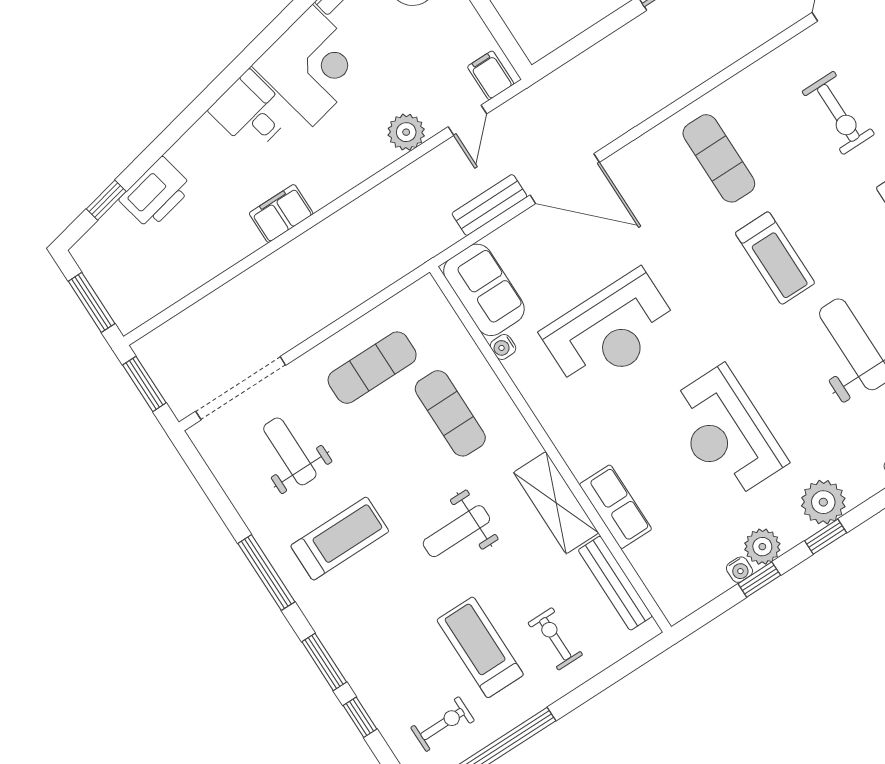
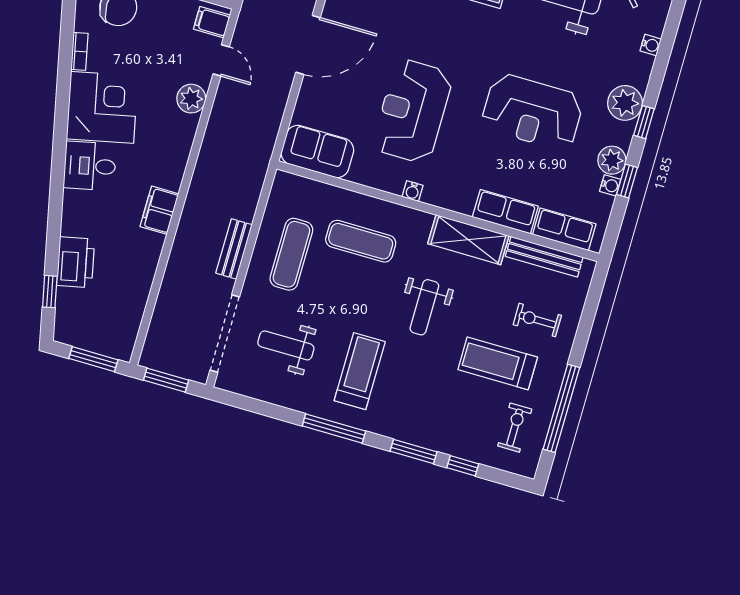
bench: (489, 205) -> (234, 249), moved
reception desk: (610, 331) -> (413, 111), turned 180
water cooler: (503, 347) -> (413, 191), moved
row of seats: (658, 573) -> (564, 229), added

